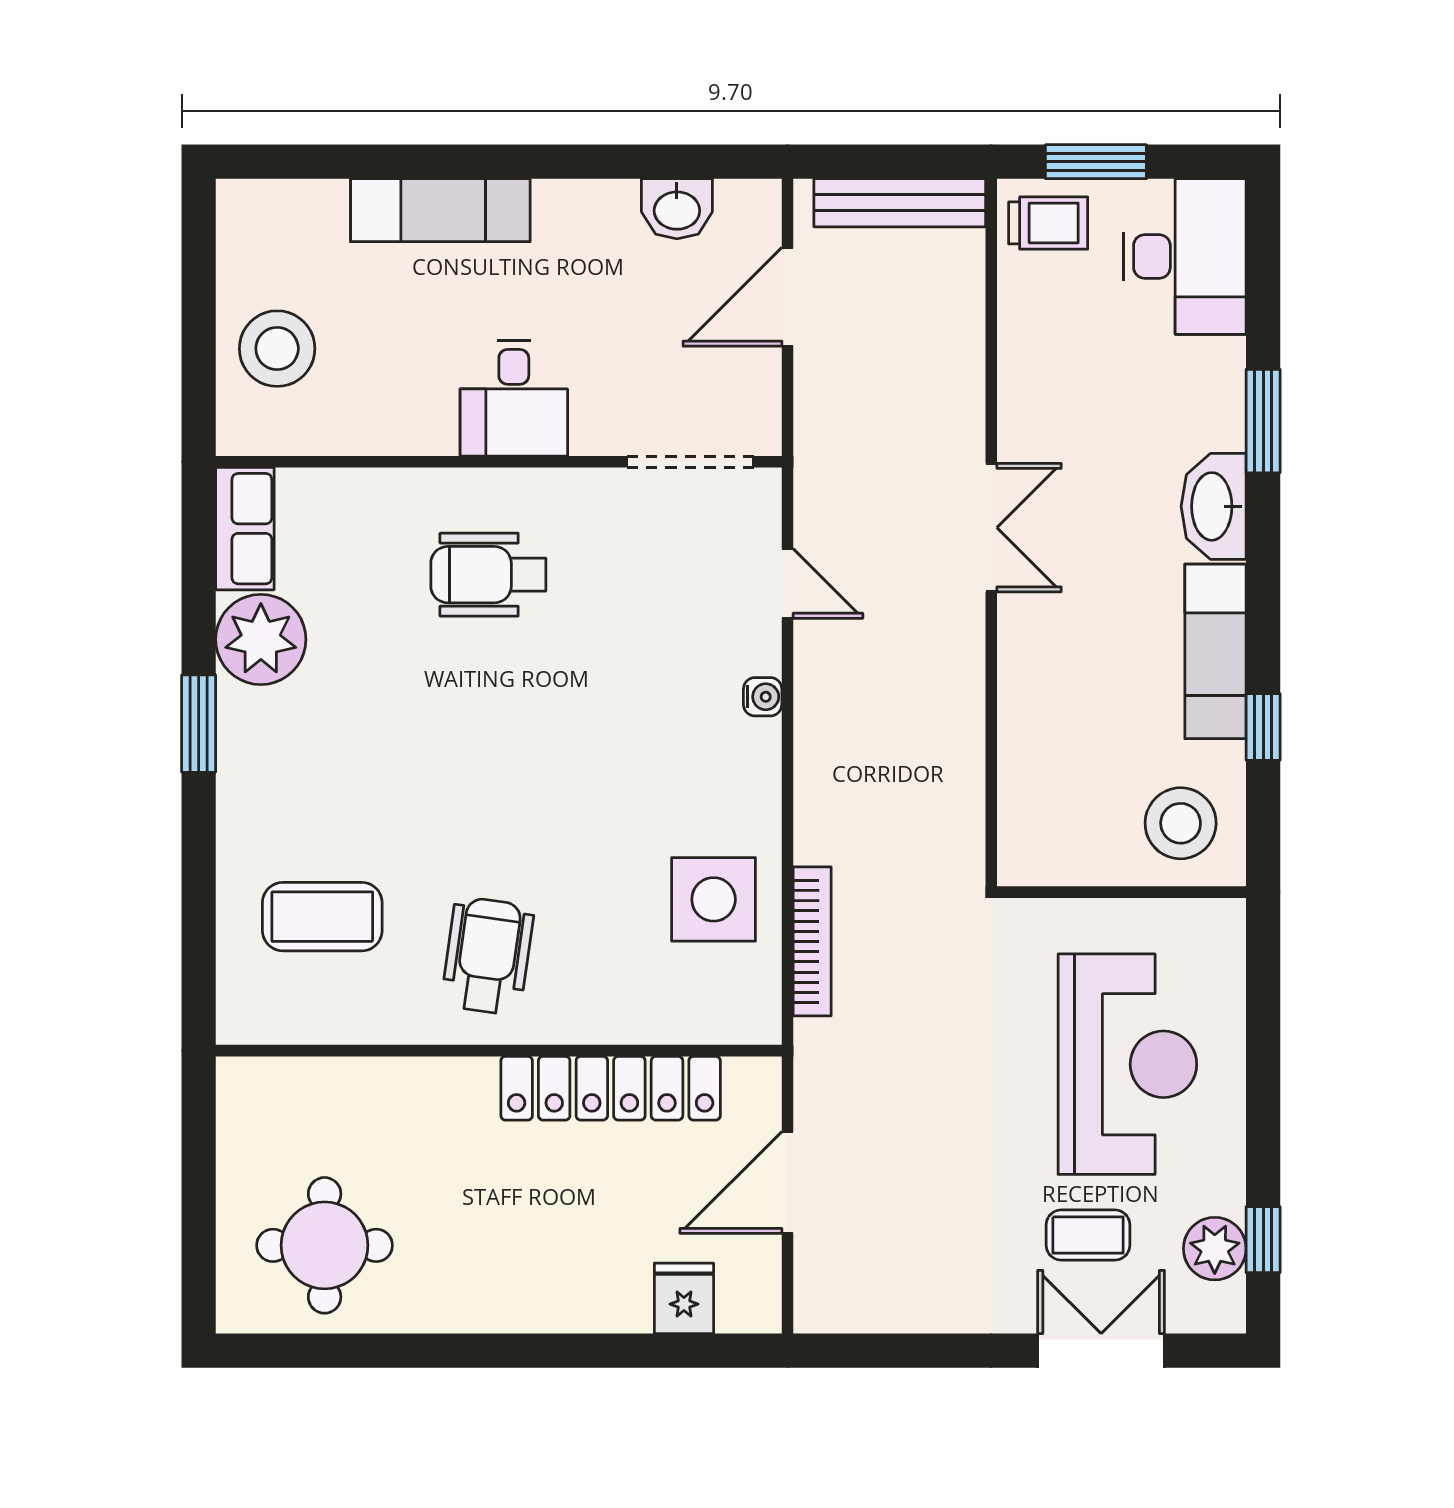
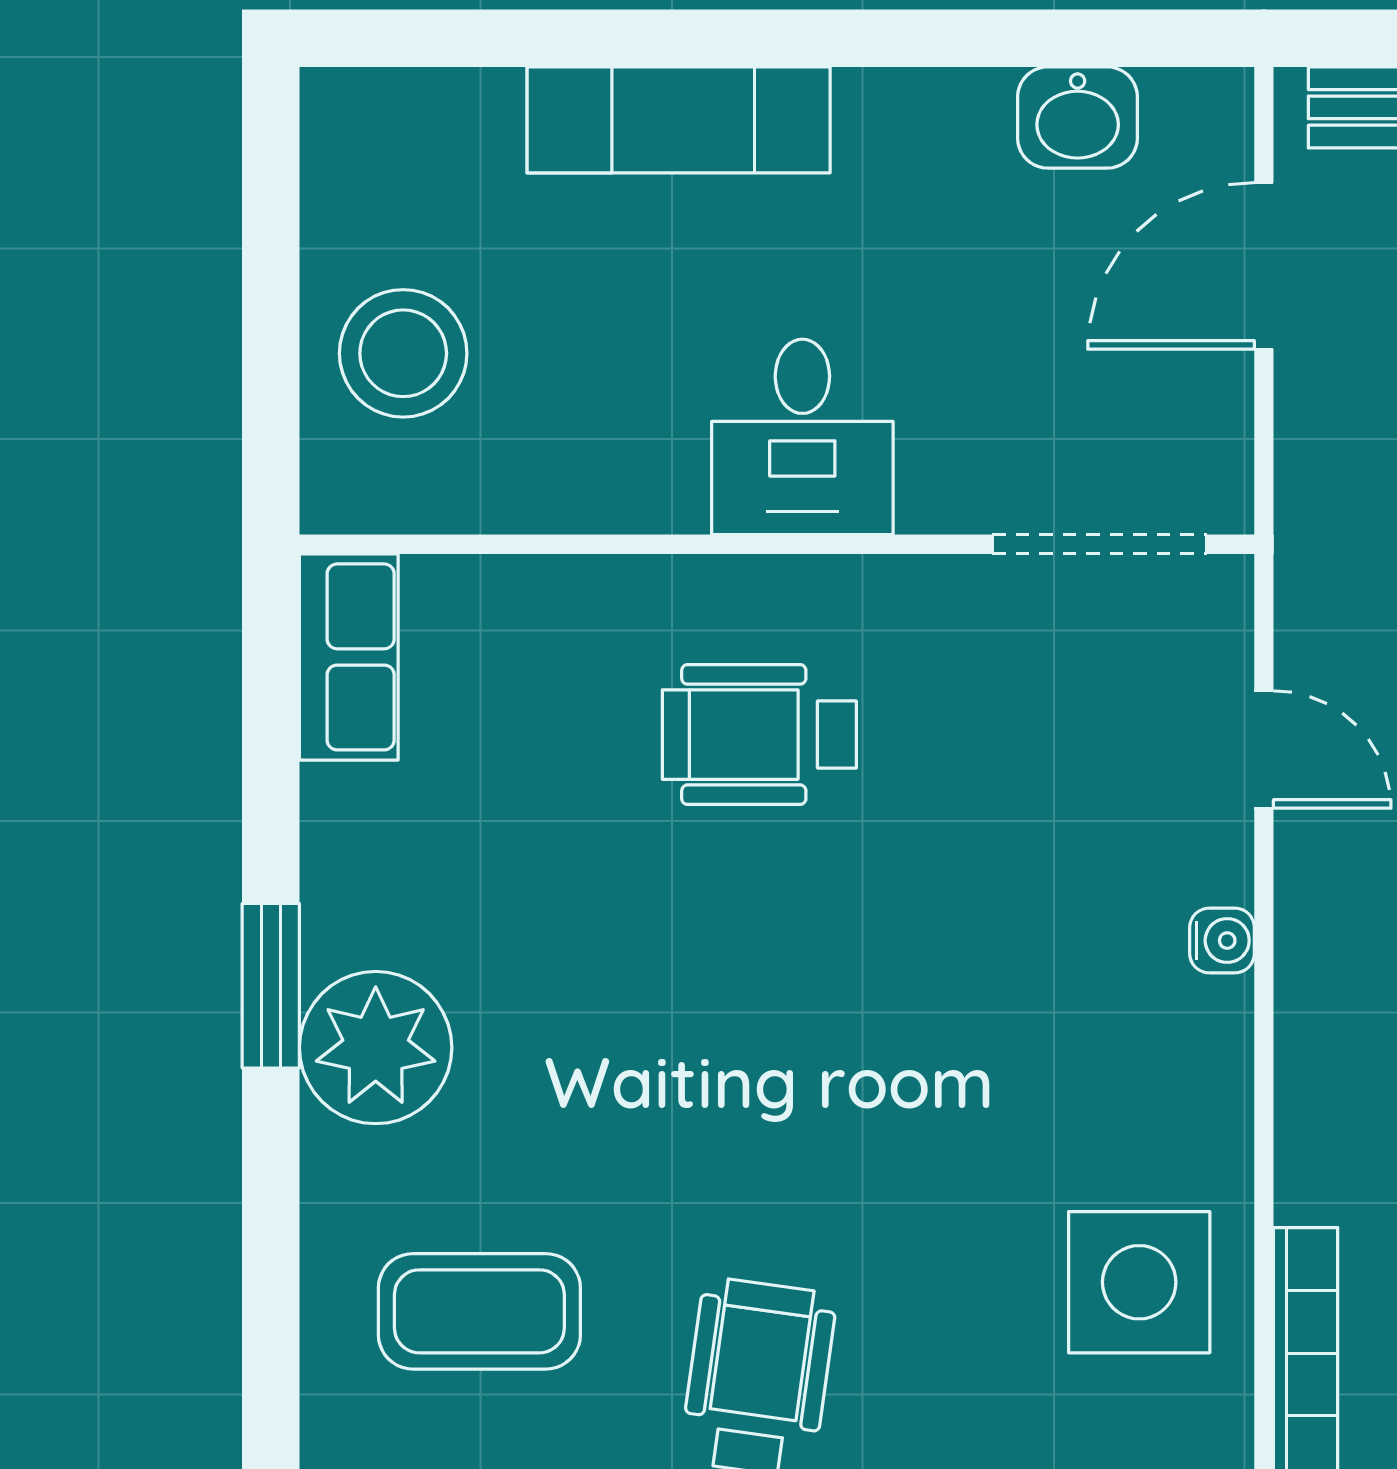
plant: (261, 639) -> (376, 1048), moved

